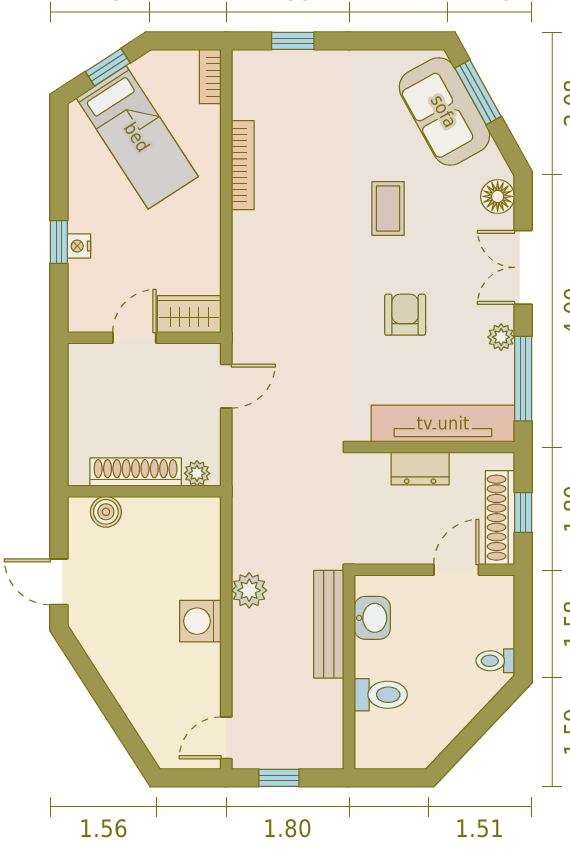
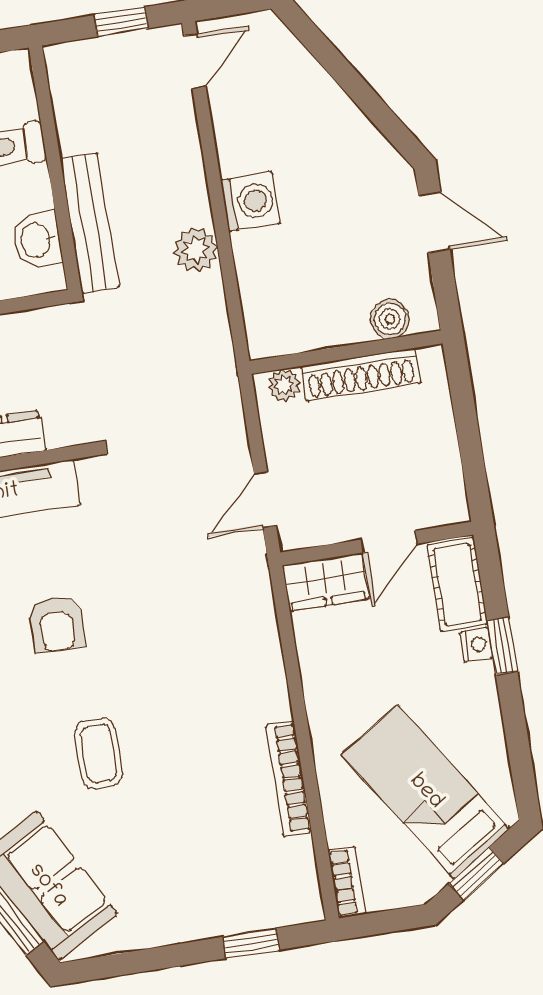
cot: (86, 296) -> (457, 584), added

